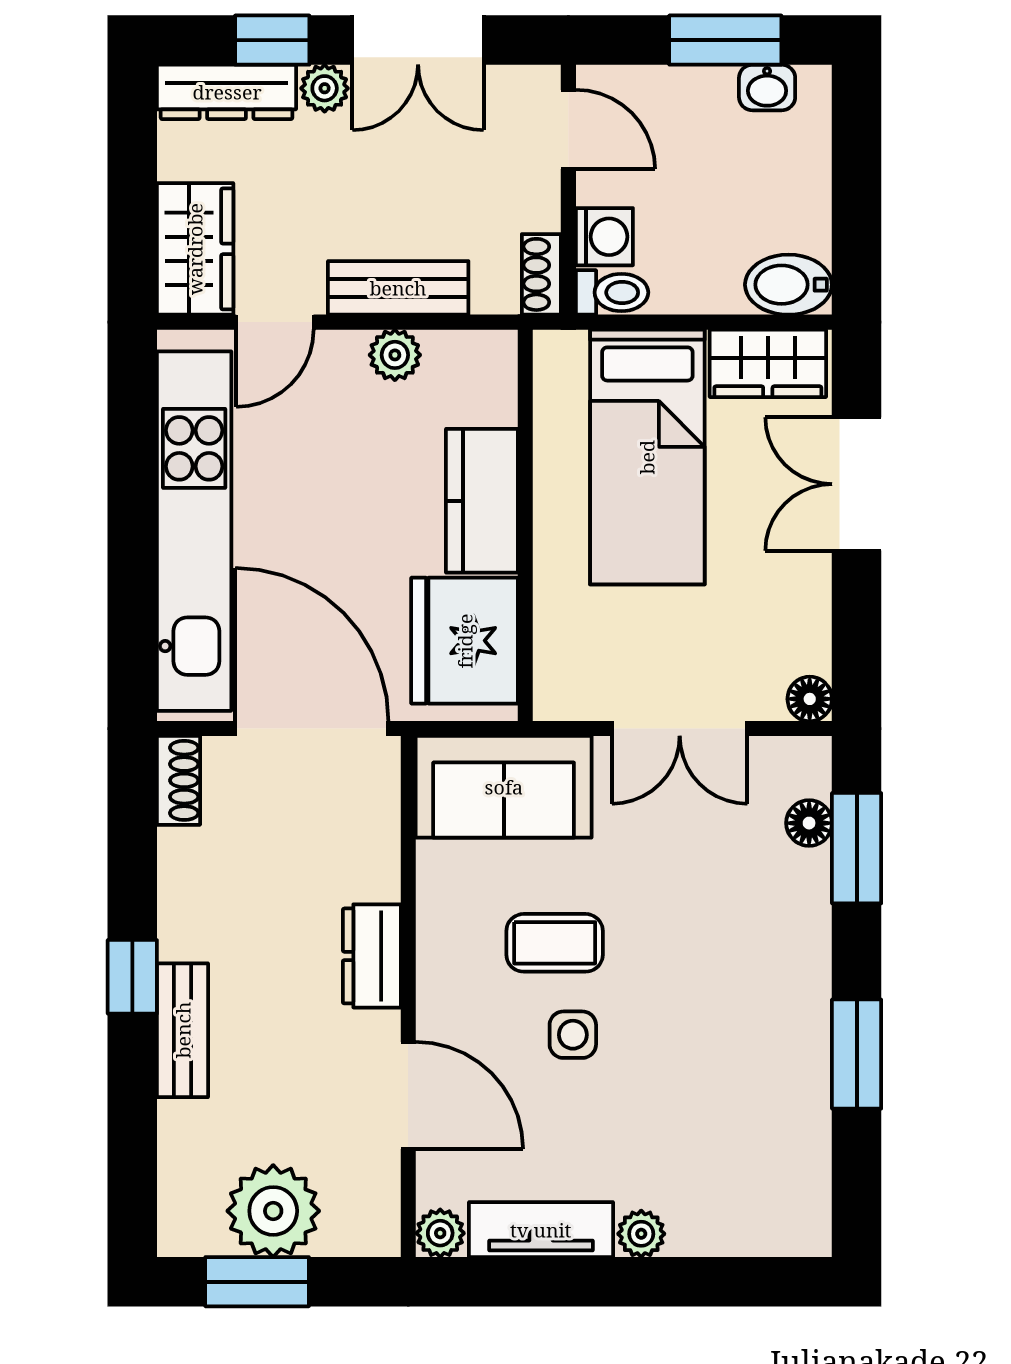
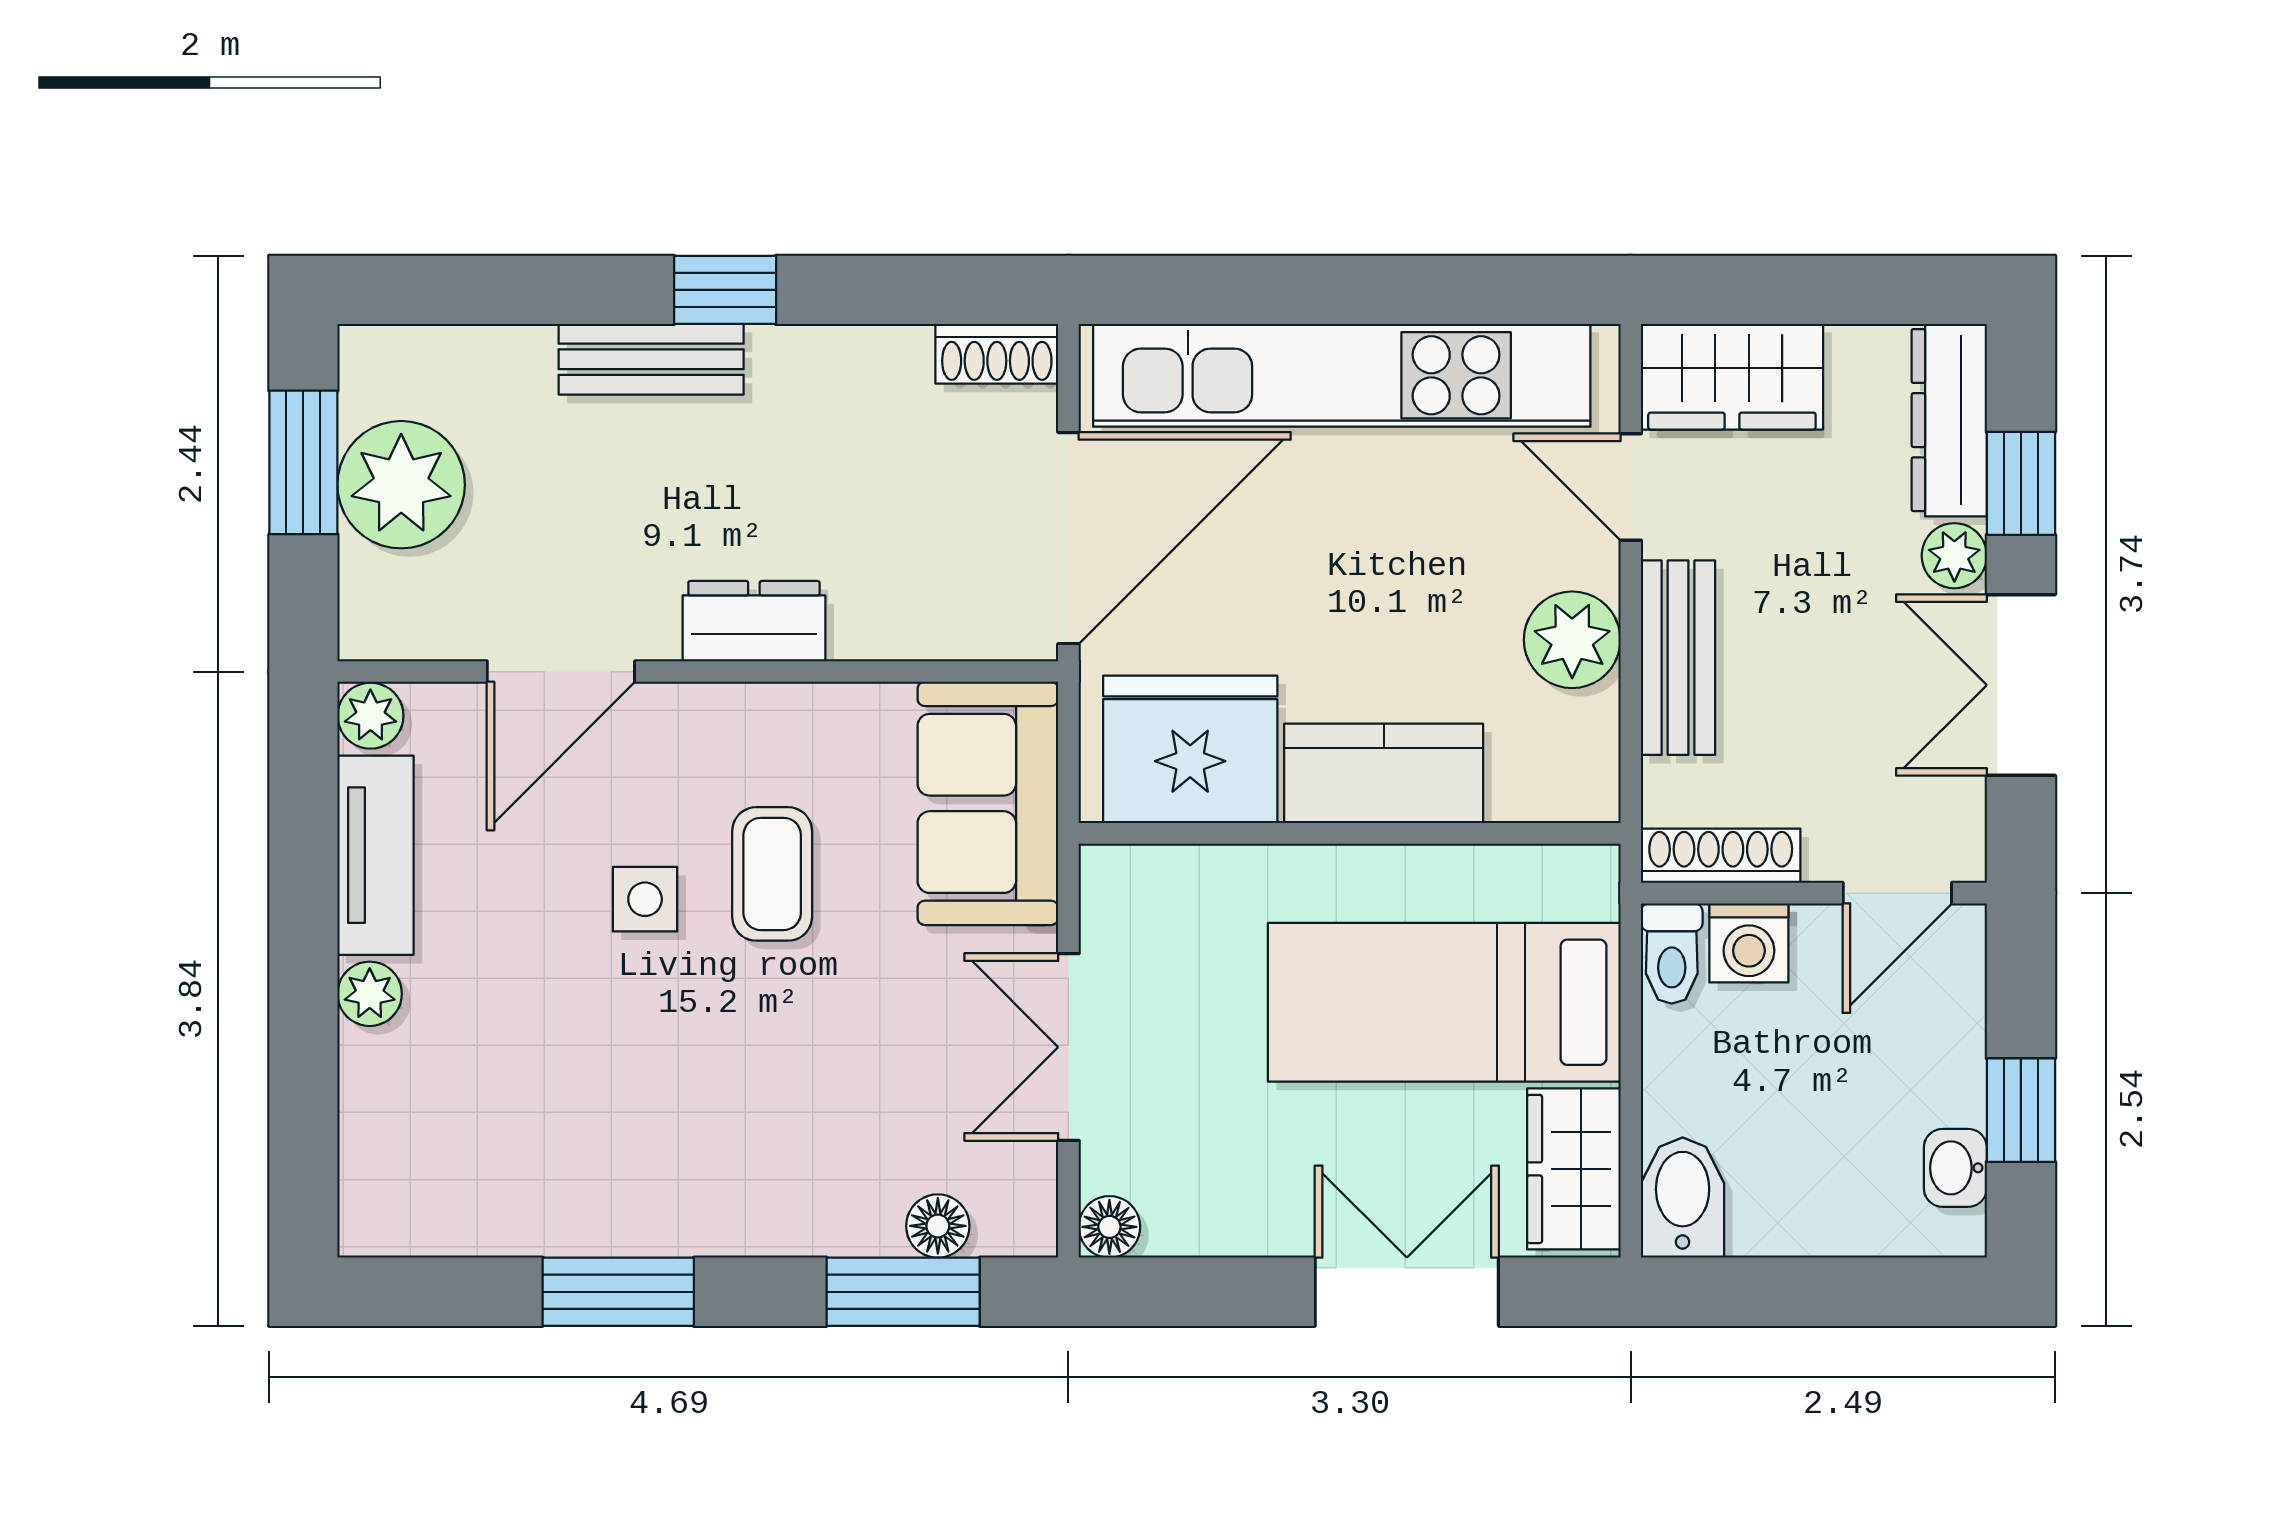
window: (725, 40) -> (2021, 1110), width x0.67
shoe rack: (541, 274) -> (1721, 856), width x1.43
plant: (395, 355) -> (1572, 640), width x1.38, depth x1.38

